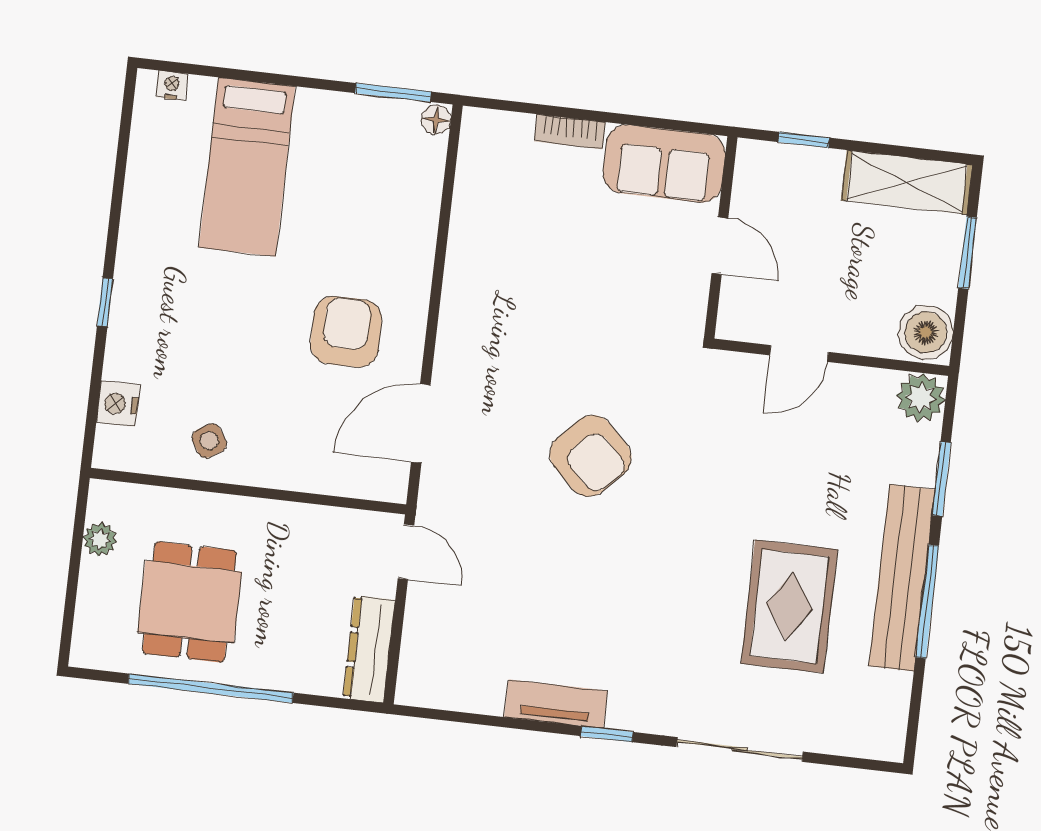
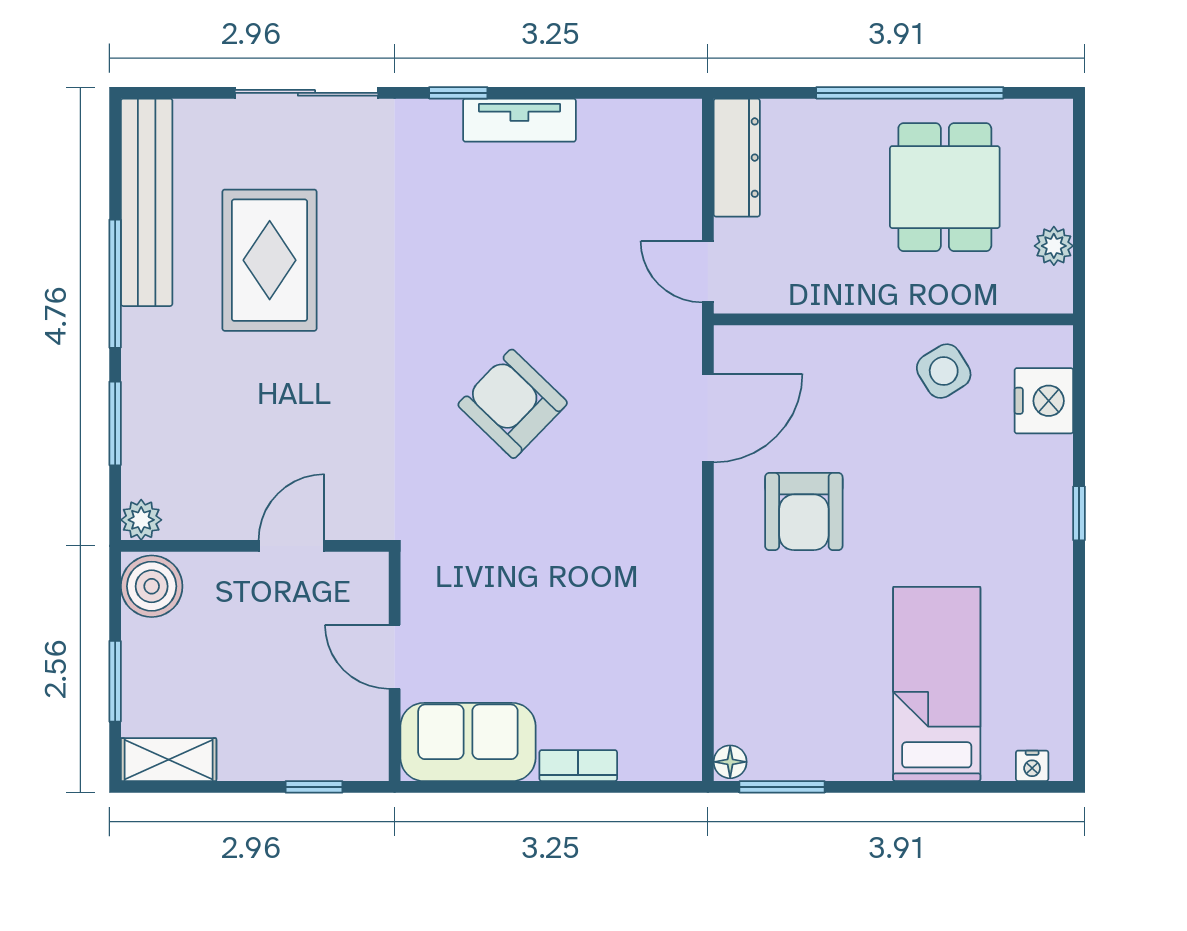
shelving: (907, 182) -> (169, 760), width x0.67, depth x0.75
plant: (921, 398) -> (141, 520), width x0.73, depth x0.73
nightstand: (118, 404) -> (1044, 401), width x1.36, depth x1.33
side table: (209, 441) -> (944, 371), width x1.37, depth x1.37
bench: (902, 578) -> (147, 202), moved

